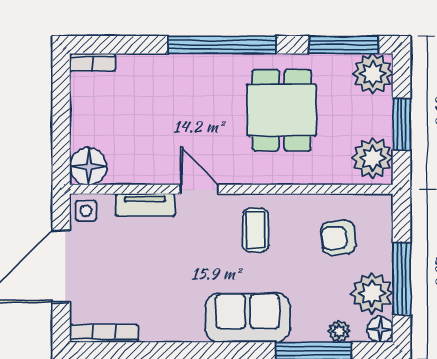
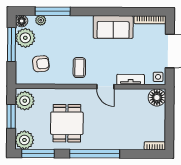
sofa: (248, 318) -> (113, 27), moved

